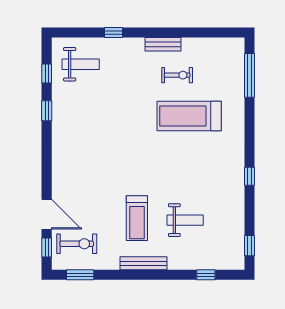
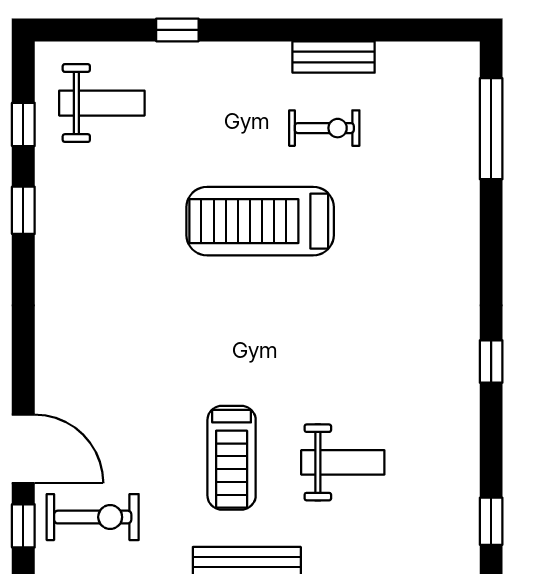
bench: (163, 44) -> (334, 57), moved
treadmill: (189, 116) -> (260, 221), moved

